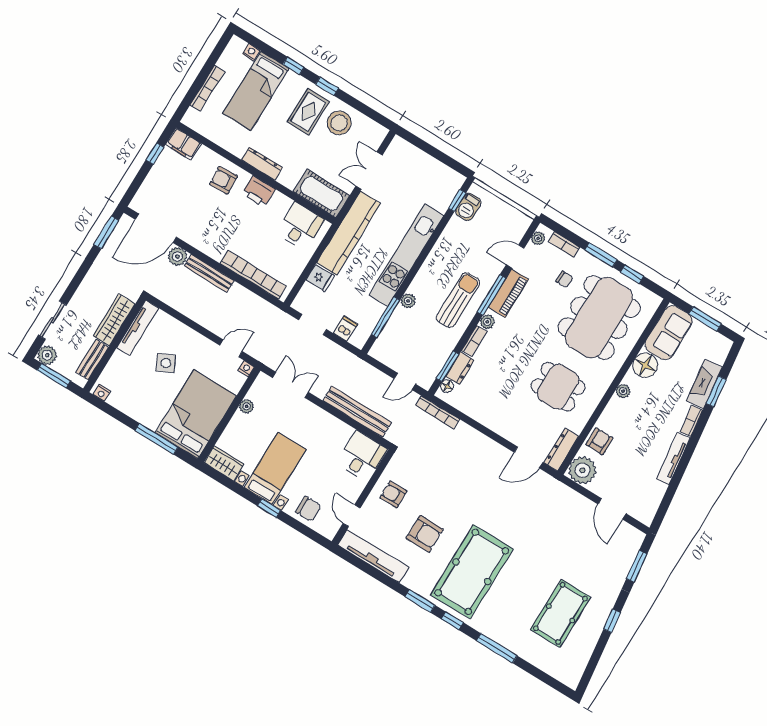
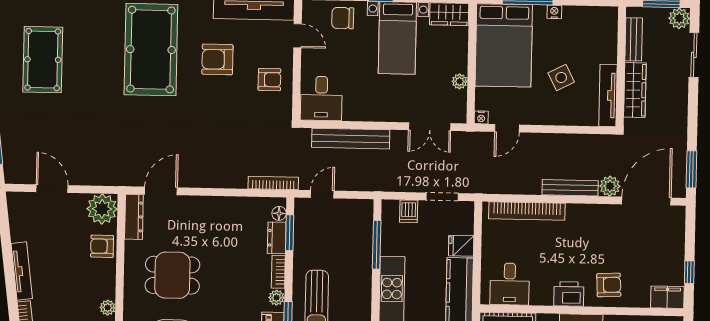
plant: (408, 301) -> (364, 273), removed
nightstand: (102, 393) -> (554, 12), moved
armchair: (599, 441) -> (102, 246), turned 90

